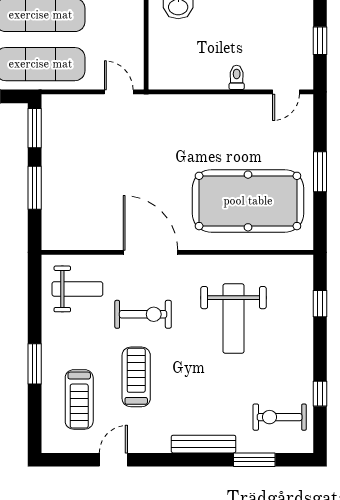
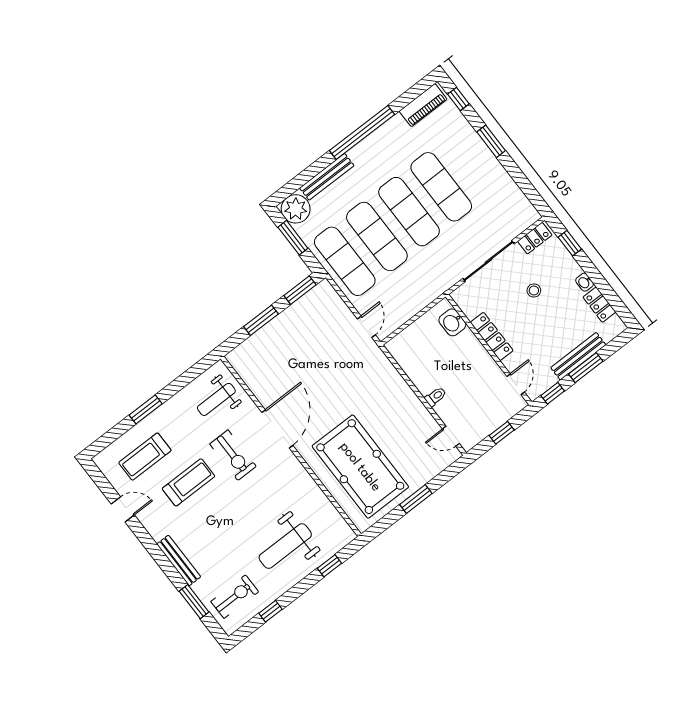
weight bench: (77, 289) -> (216, 399), turned 90
weight bench: (234, 319) -> (285, 546), moved
exercise bike: (280, 417) -> (235, 597), turned 90

